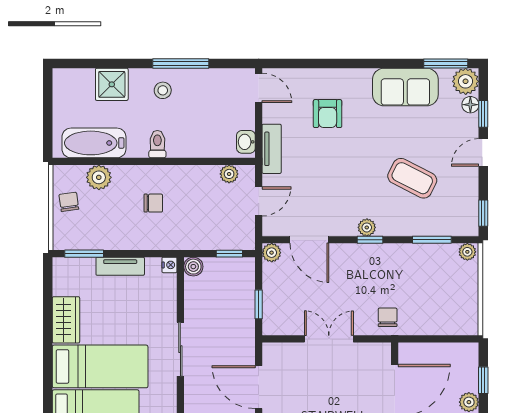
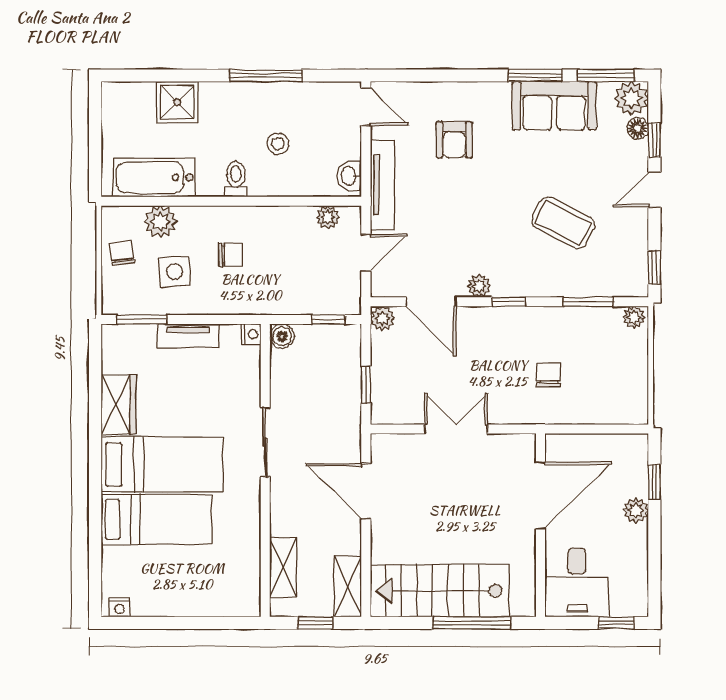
window: (391, 64) -> (535, 75), added
stool: (163, 90) -> (278, 144), moved
tv unit: (272, 149) -> (382, 185), width x1.41
side table: (110, 216) -> (175, 272), added
plant: (367, 227) -> (479, 286), moved
chair: (388, 317) -> (549, 375), moved

